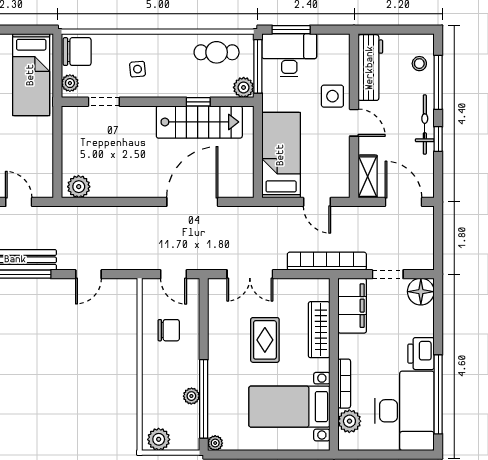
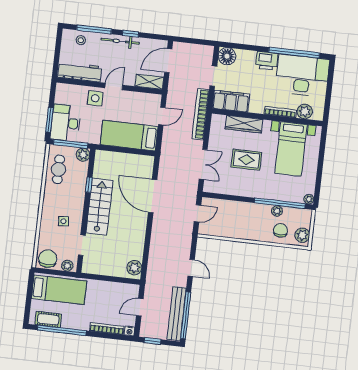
stairs: (199, 122) -> (99, 207), moved
chair: (169, 330) -> (280, 230), moved

